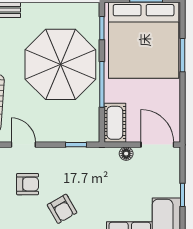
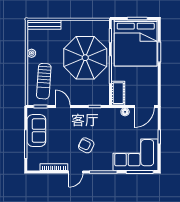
door: (157, 145) -> (144, 106), swing flipped
armchair: (28, 184) -> (65, 130), removed
armchair: (62, 209) -> (86, 145), turned 146

